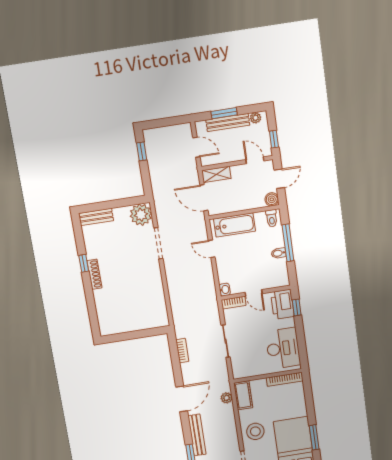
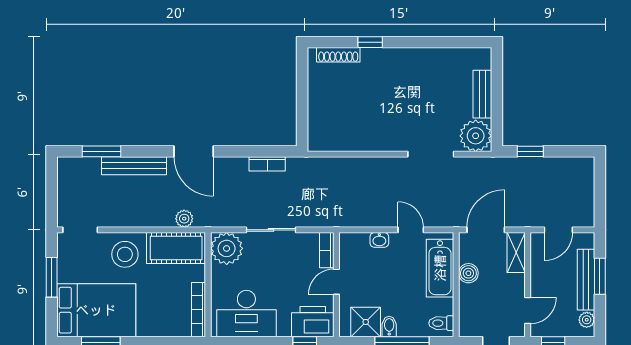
window: (142, 151) -> (530, 151), moved
boiler: (272, 199) -> (468, 273), moved
bench: (96, 217) -> (482, 94), moved
door: (212, 249) -> (411, 230), hinge flipped
window: (84, 263) -> (370, 42), moved
shower: (278, 269) -> (366, 322), added
shoe rack: (94, 274) -> (338, 55), moved
washbasin: (225, 290) -> (379, 240), moved
plant: (242, 368) -> (227, 248), added
cot: (243, 395) -> (176, 248), width x1.37, depth x1.34

